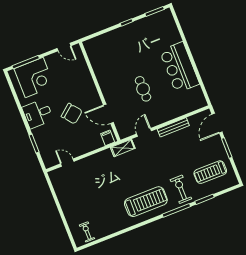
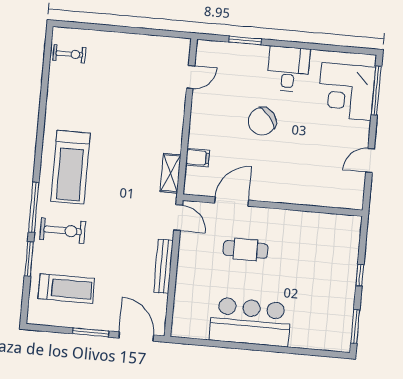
wall: (100, 91) -> (273, 205), moved
door: (108, 114) -> (232, 202), moved
treadmill: (210, 172) -> (66, 289), turned 90

